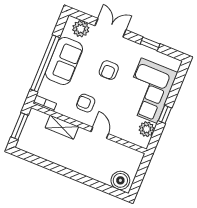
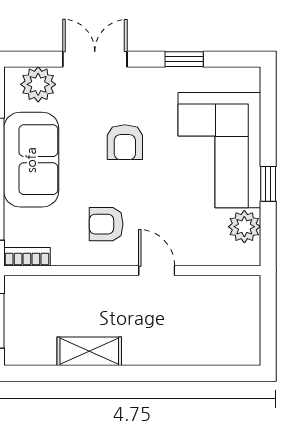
shelving: (62, 127) -> (89, 351), moved
boiler: (120, 180) -> (234, 346), removed

